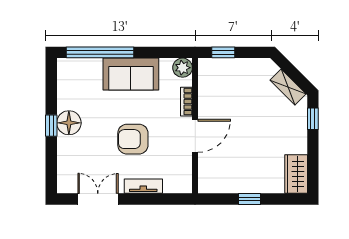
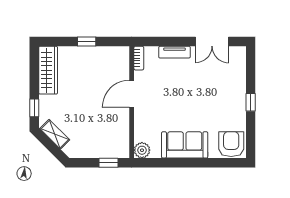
window: (100, 52) -> (210, 163), removed
bookcase: (186, 102) -> (139, 58), moved
floor lamp: (69, 123) -> (236, 105), removed
armchair: (133, 139) -> (231, 144), moved, turned -90
wardrobe: (296, 174) -> (48, 70), width x1.50

